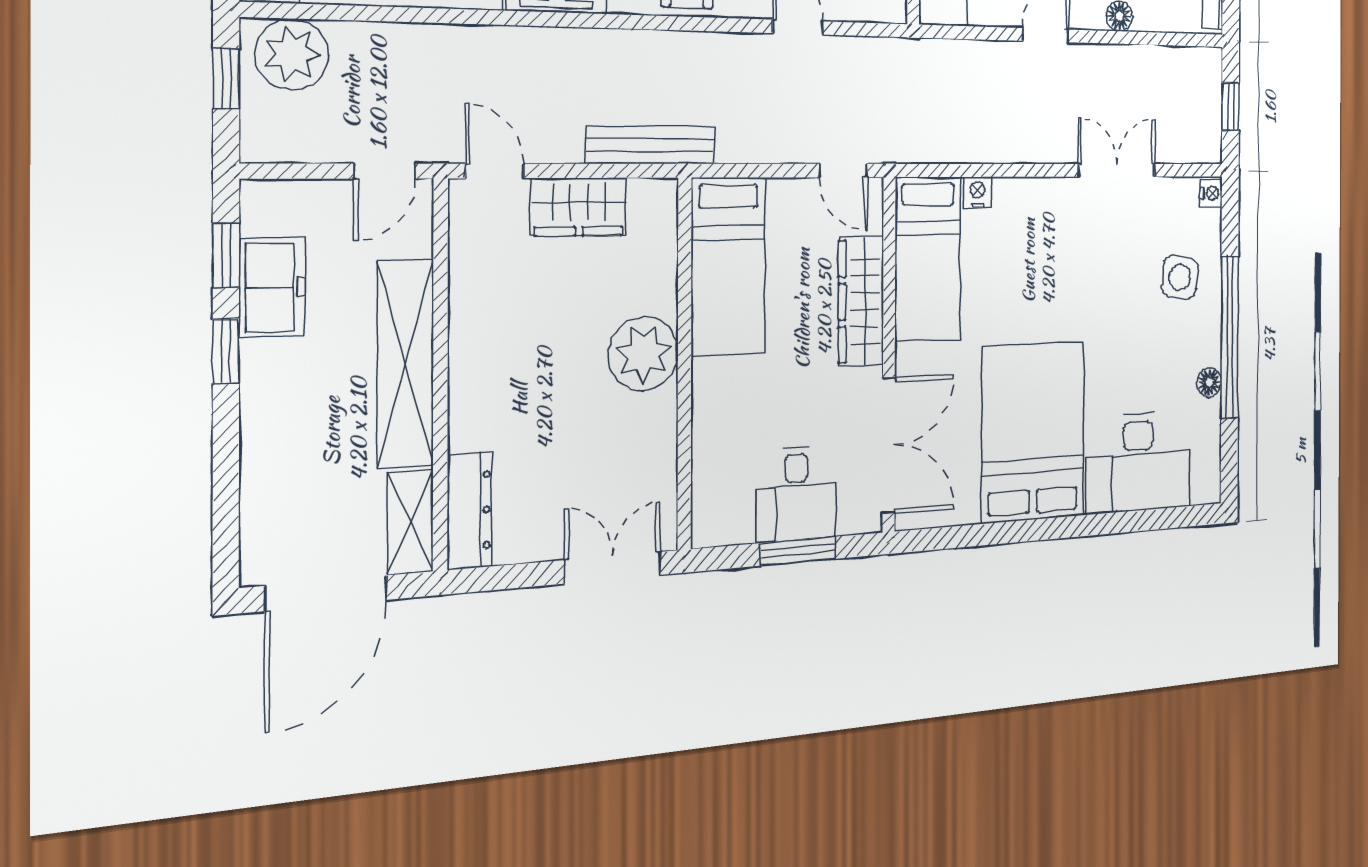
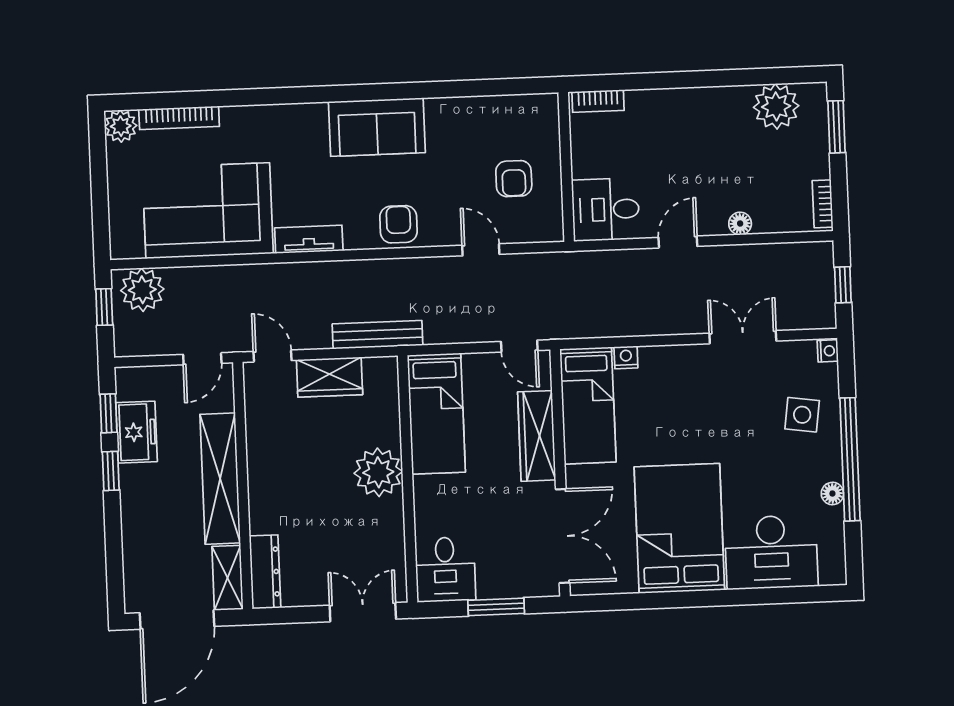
desk: (796, 493) -> (445, 569), moved

